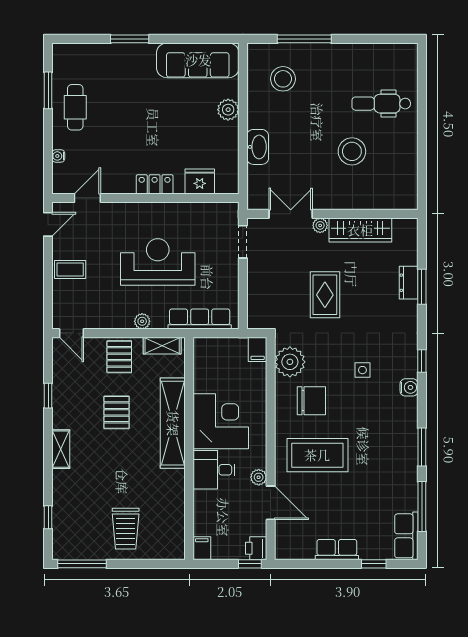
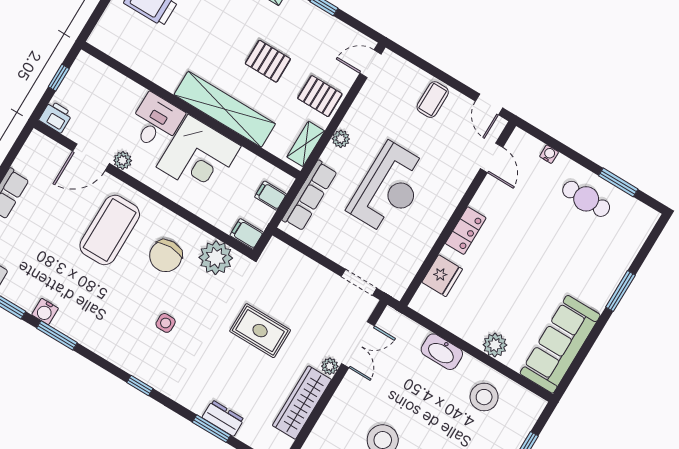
stool: (283, 79) -> (484, 397), moved
water cooler: (409, 387) -> (45, 311), moved
filing cabinet: (202, 548) -> (270, 196), moved, turned 180
window: (250, 564) -> (59, 78), moved

